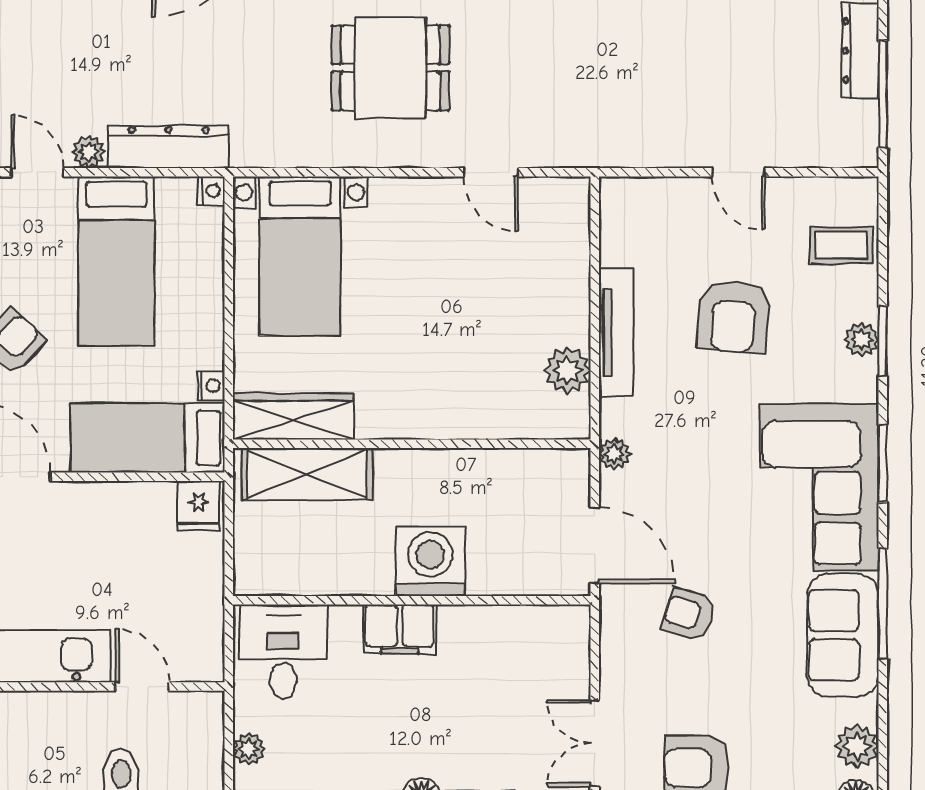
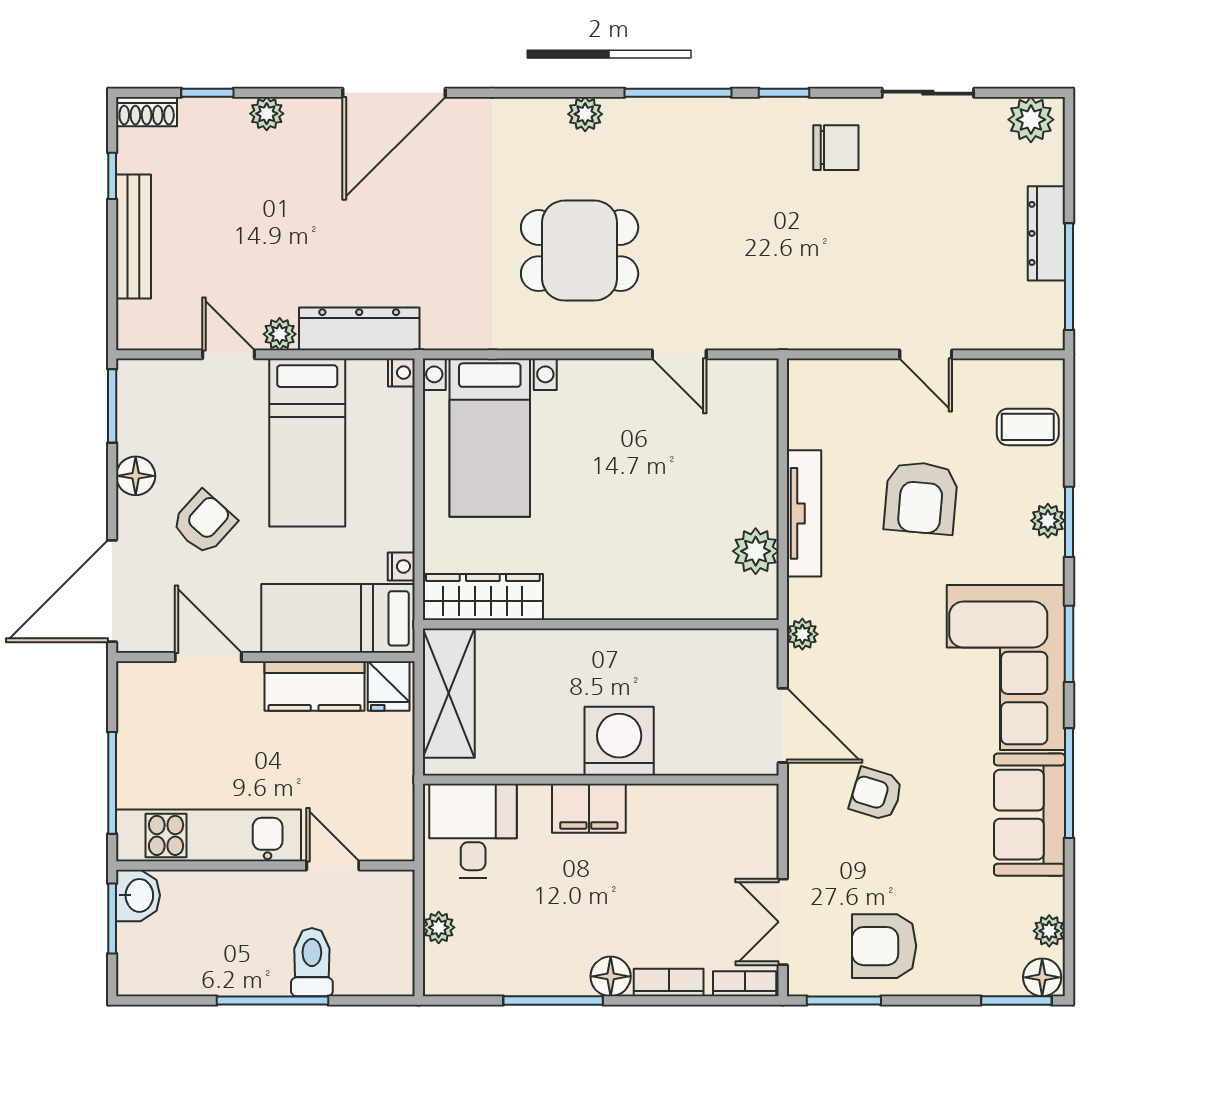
shelving: (307, 474) -> (449, 693), moved, turned 90
kitchen counter: (124, 506) -> (315, 686), added
plant: (857, 746) -> (1049, 931), width x0.73, depth x0.73

